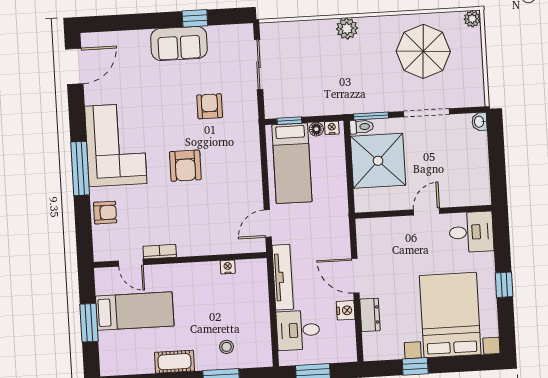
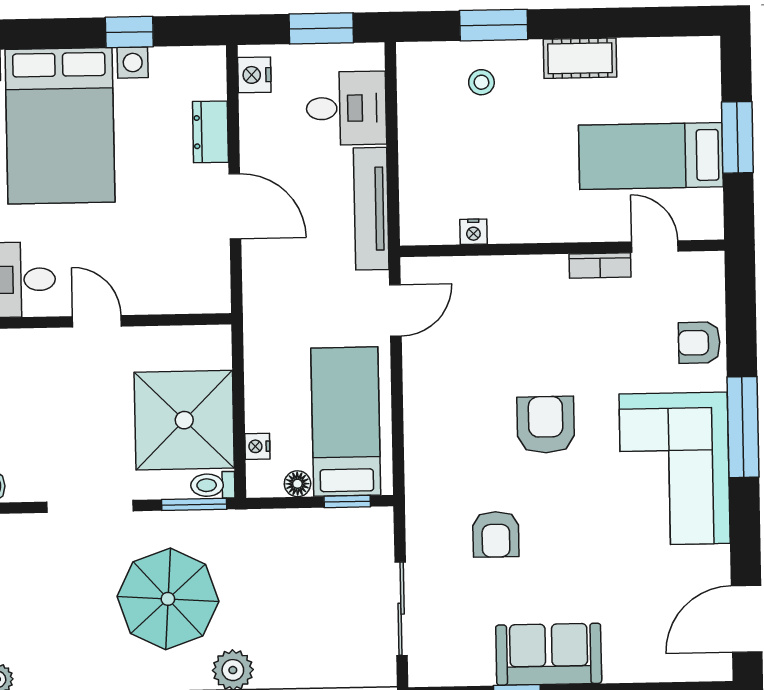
parasol: (423, 51) -> (168, 599), moved
nightstand: (332, 128) -> (257, 446), moved, turned 90
door: (427, 212) -> (97, 321), swing flipped
nightstand: (346, 310) -> (254, 75), moved

